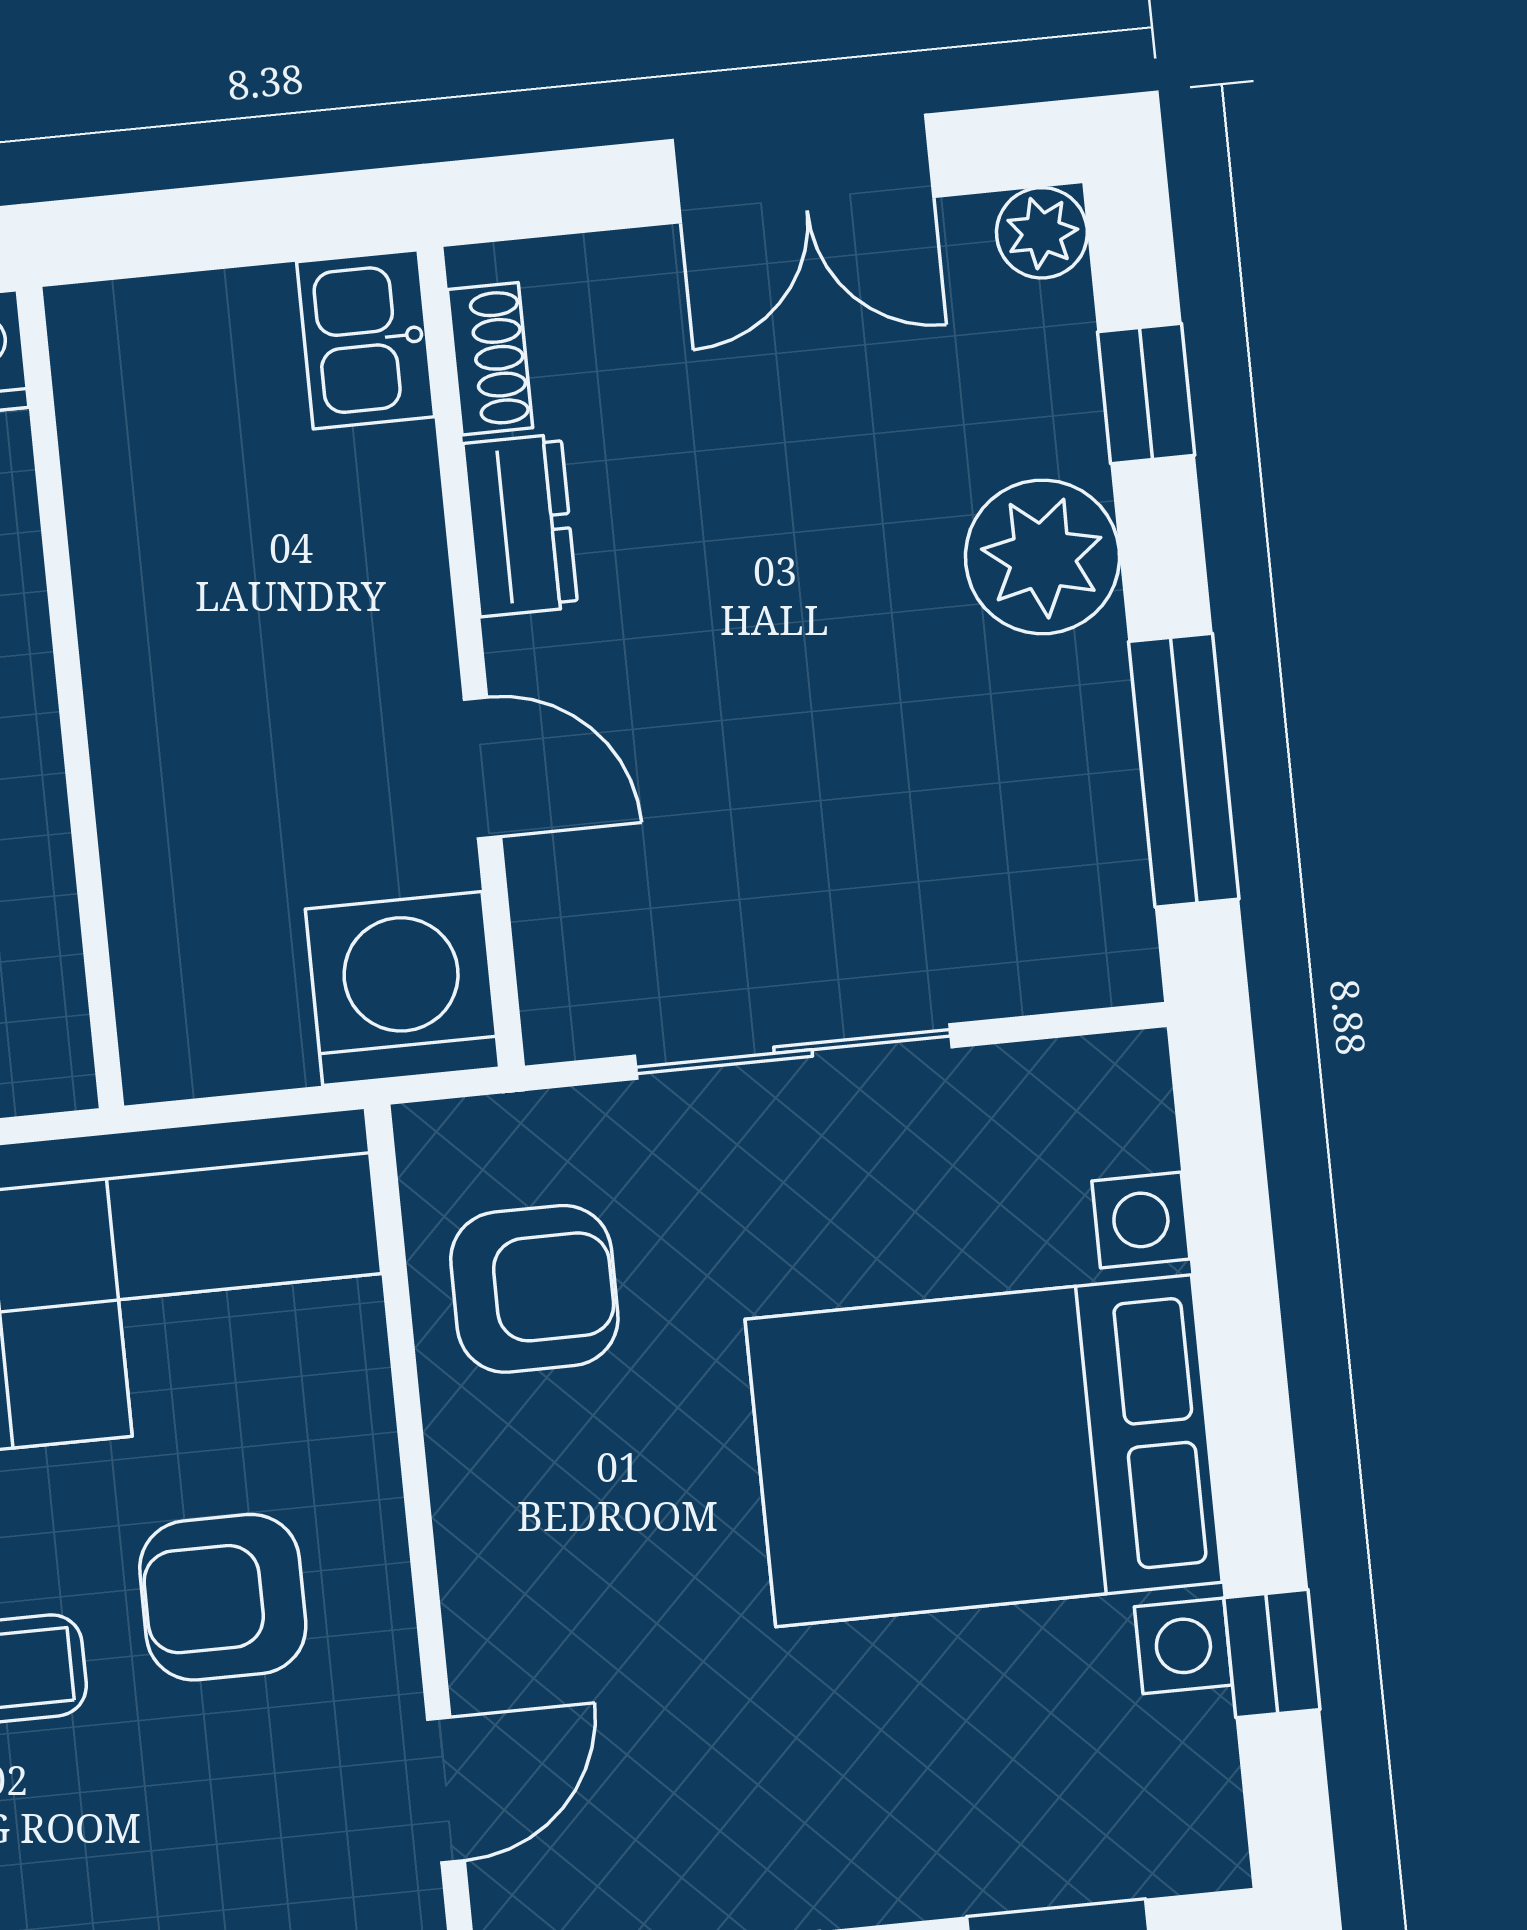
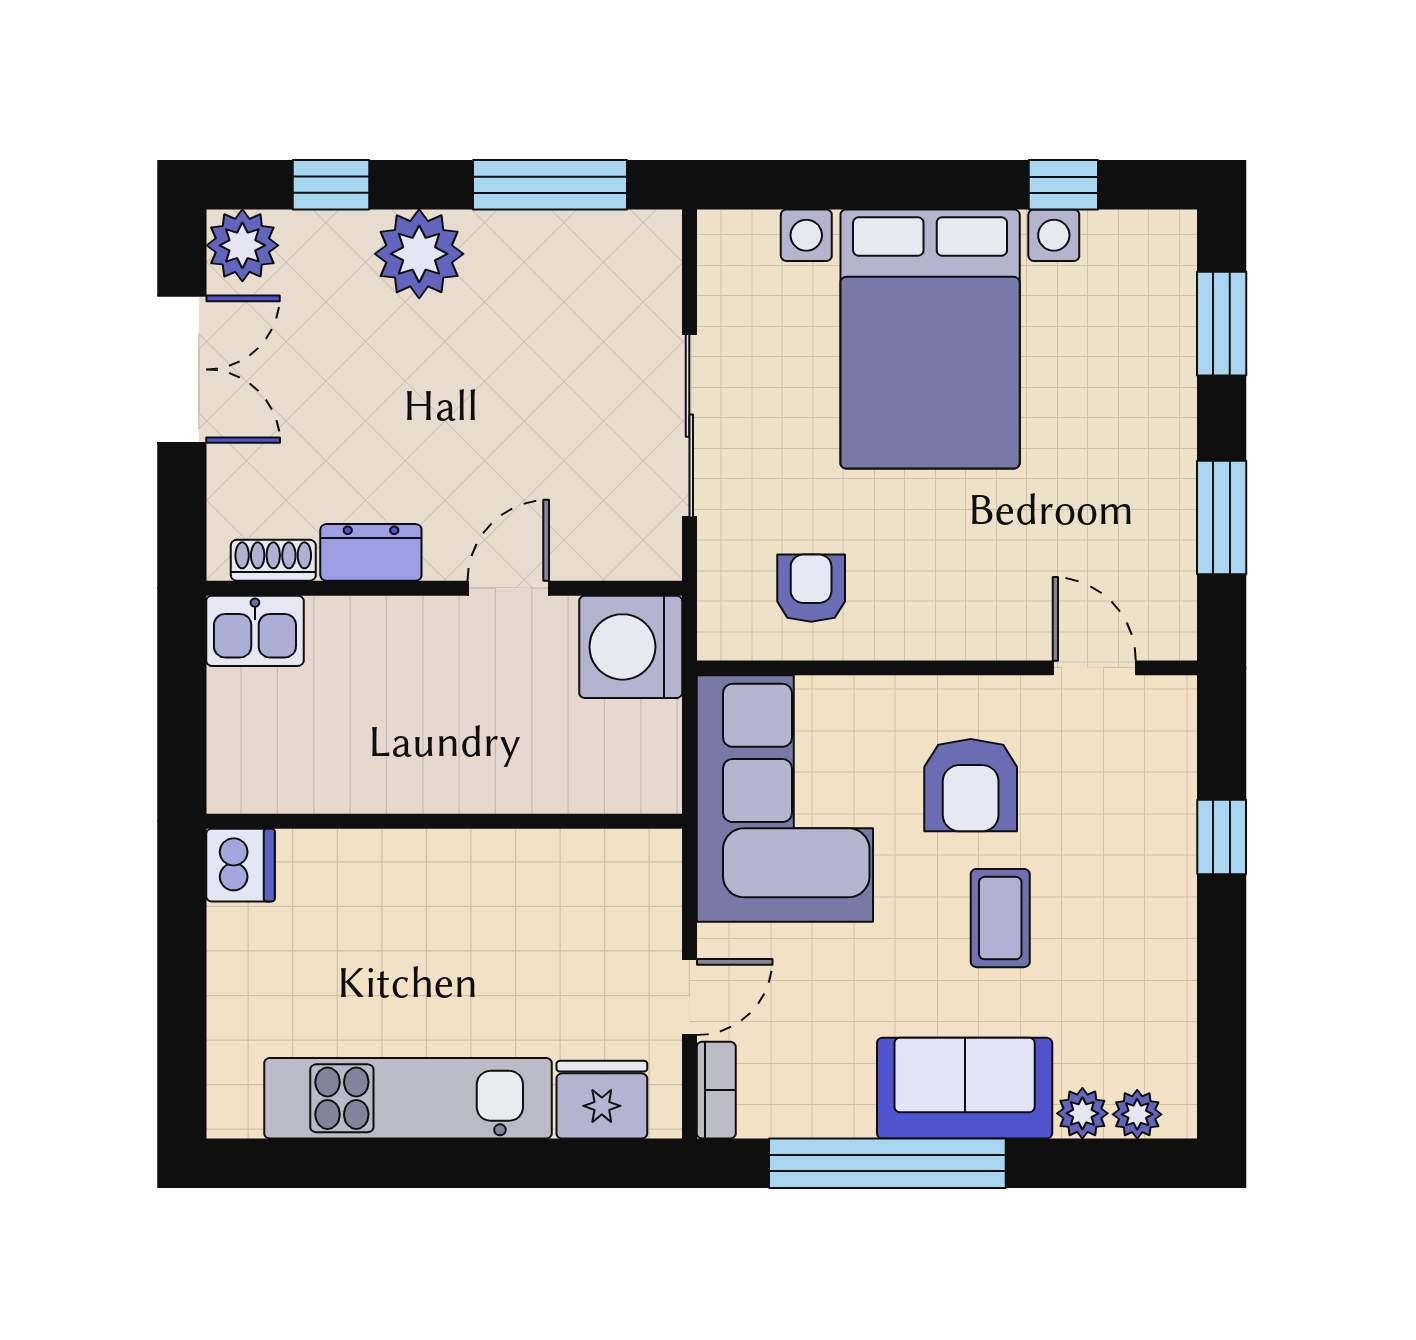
plant: (1042, 233) -> (242, 245), width x1.38, depth x1.38
armchair: (534, 1289) -> (811, 588), width x0.72, depth x0.72

